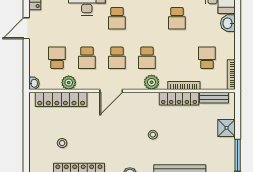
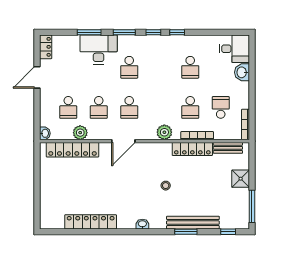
school desk: (57, 58) -> (68, 107), turned 180
school desk: (147, 58) -> (190, 107), moved
stool: (62, 143) -> (74, 194), removed

